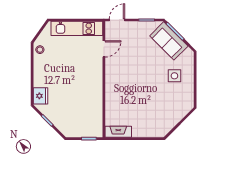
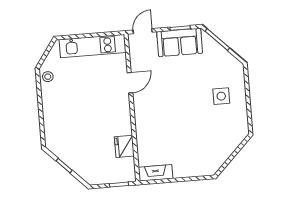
sofa: (169, 41) -> (180, 42), moved, turned -45
door: (104, 49) -> (130, 83), moved
fridge: (41, 96) -> (124, 146), moved, turned 180

